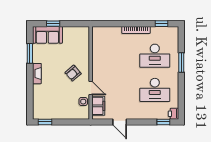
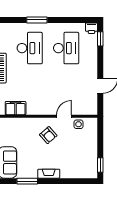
filing cabinet: (98, 106) -> (16, 108), moved

